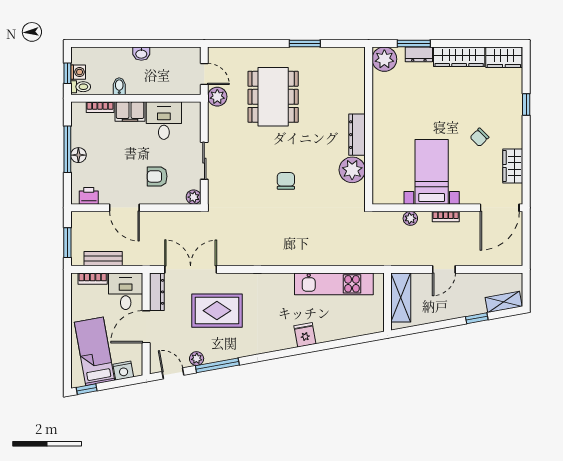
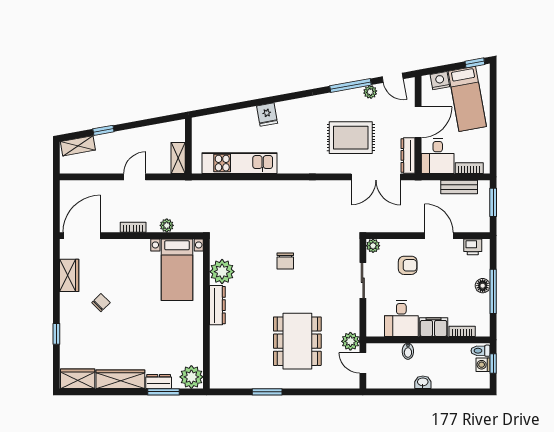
bidet: (119, 86) -> (408, 351), moved
bed with nightstands: (432, 172) -> (177, 270), moved
shelving: (401, 297) -> (178, 158), width x0.67, depth x0.75

